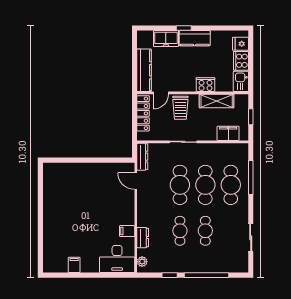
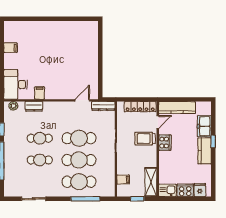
cooker: (206, 85) -> (165, 143), moved
door: (161, 93) -> (158, 122), swing flipped
shelving: (217, 101) -> (151, 182), moved
filing cabinet: (228, 133) -> (123, 179), width x0.50

